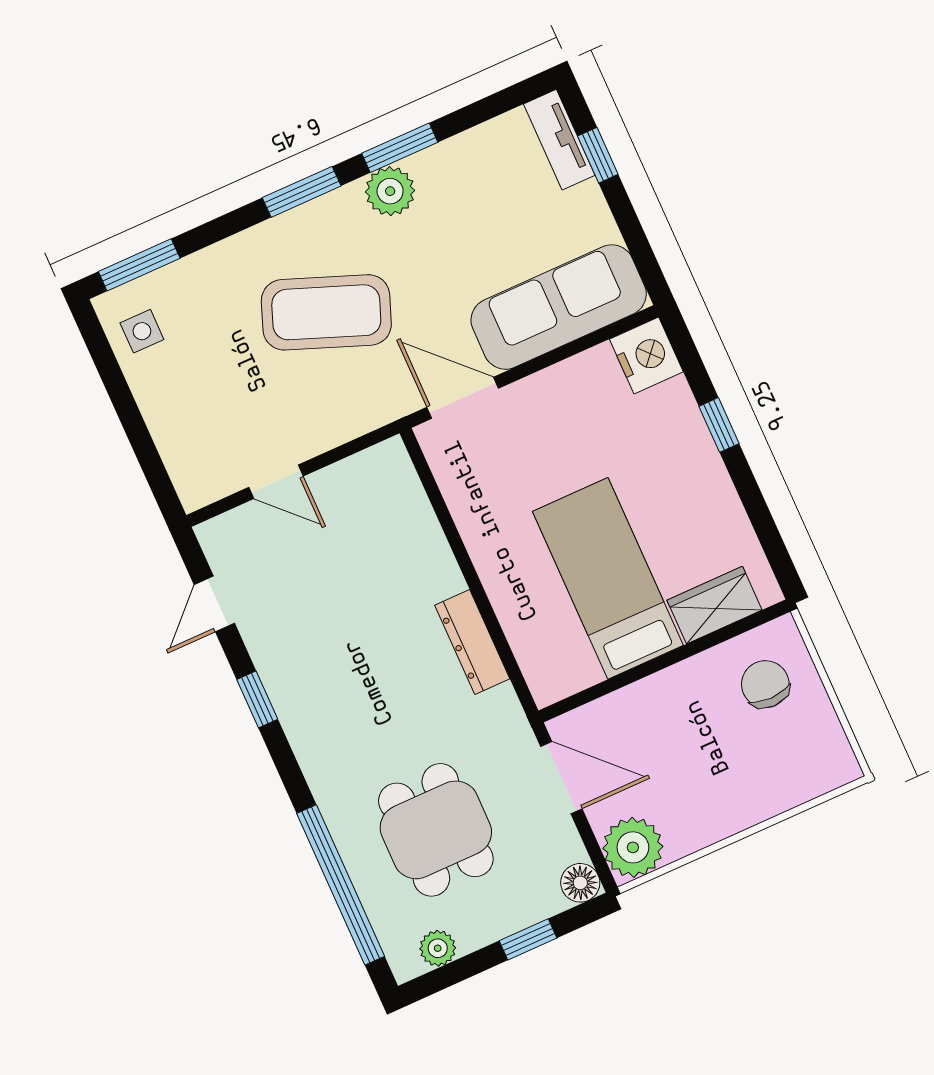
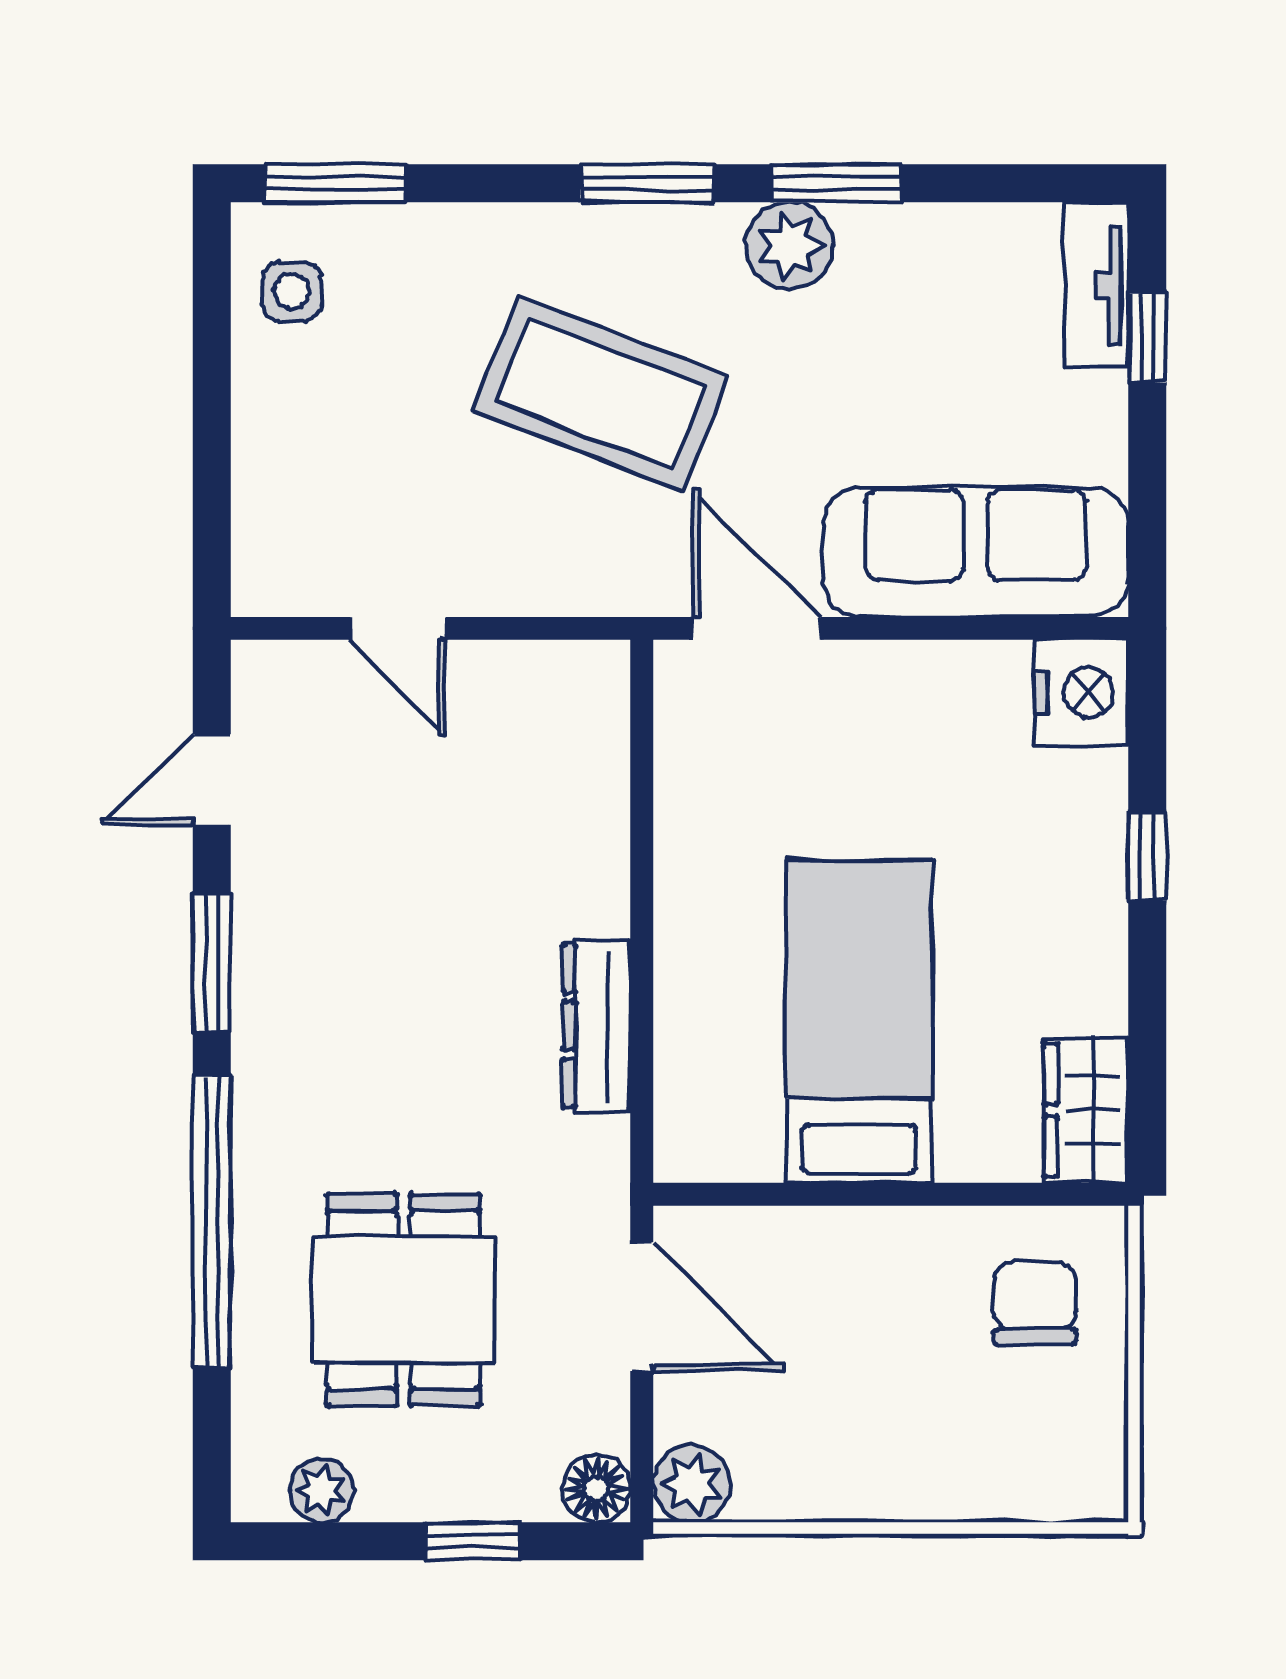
wardrobe: (714, 605) -> (1086, 1110), moved, turned -90
window: (257, 699) -> (212, 963), width x1.50
plant: (633, 847) -> (692, 1484), width x0.73, depth x0.73
window: (341, 885) -> (212, 1222), moved

